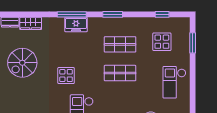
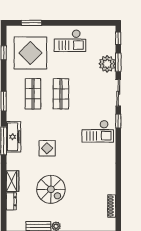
freezer: (76, 24) -> (14, 137), width x1.40
display table: (162, 42) -> (30, 53), width x1.86, depth x1.86
display table: (66, 76) -> (47, 148), moved

